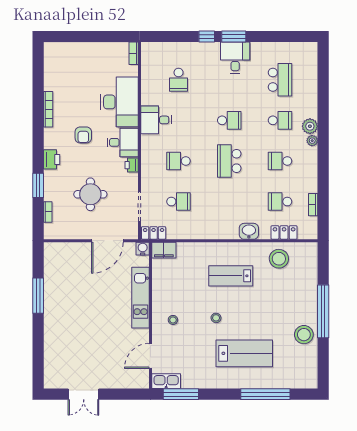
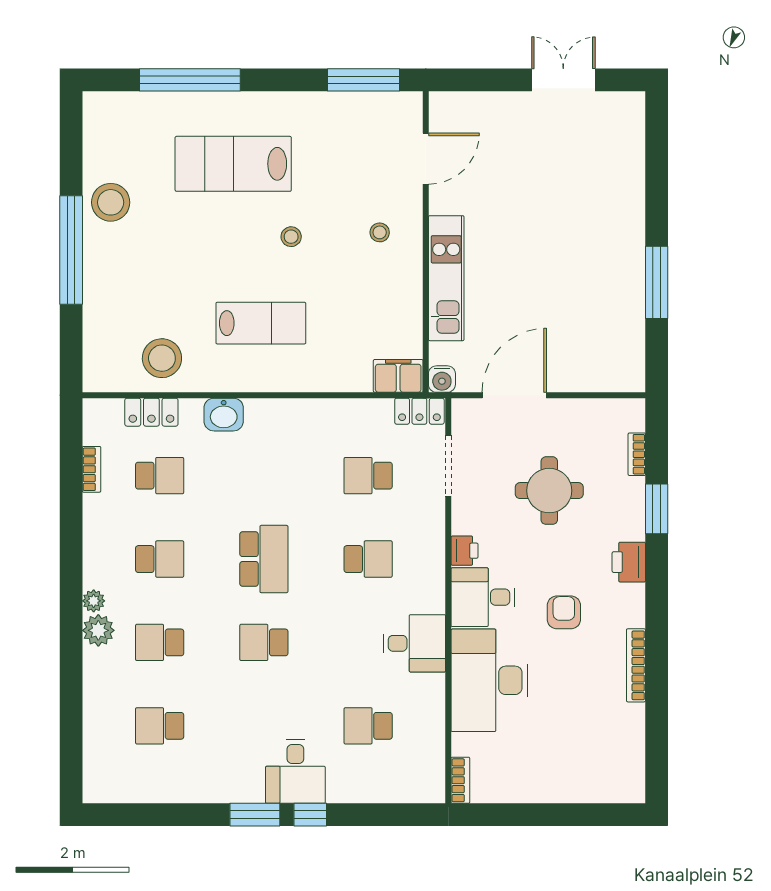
desk: (235, 58) -> (295, 771), moved
school desk: (179, 80) -> (368, 726), turned -90
school desk: (280, 80) -> (160, 726), width x0.54
kitchen sink: (166, 381) -> (394, 107), removed

